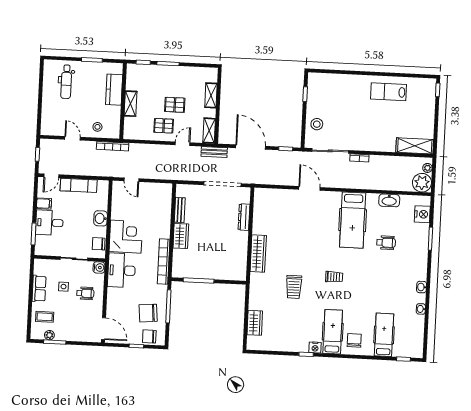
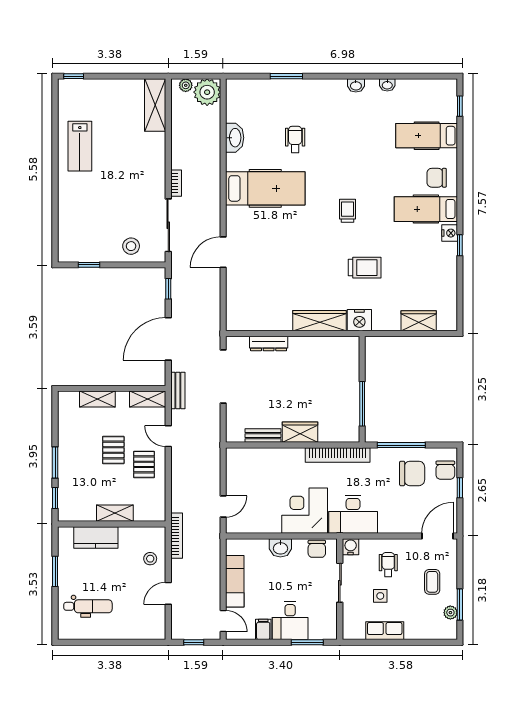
nightstand: (422, 214) -> (359, 320), moved, turned 180
chair: (148, 313) -> (412, 473), turned -85
coffee table: (45, 317) -> (432, 582), moved

